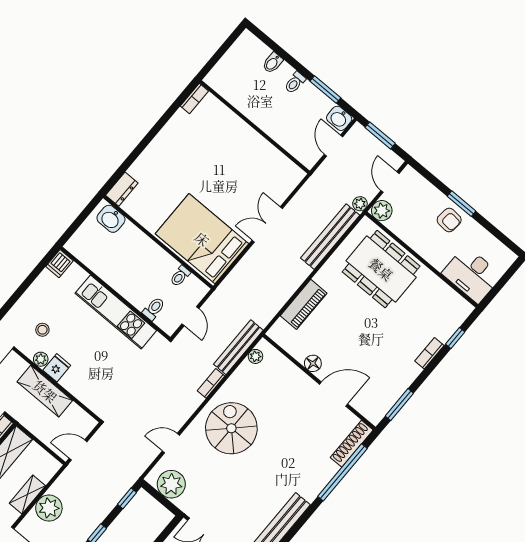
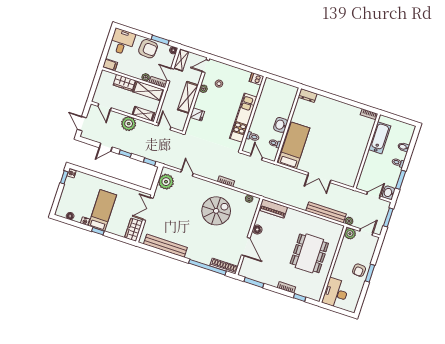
bathtub: (241, 97) -> (380, 138), added
washbasin: (111, 219) -> (281, 125), moved
double door: (267, 224) -> (319, 178), swing flipped
bed: (202, 239) -> (294, 145), width x0.67
dining table: (381, 269) -> (309, 253), moved
piano: (304, 304) -> (273, 209), moved
door: (190, 316) -> (256, 157), swing flipped
bench: (238, 347) -> (250, 188), removed
fridge: (57, 368) -> (197, 114), moved
spiral stairs: (231, 428) -> (216, 211), moved
shelving: (27, 494) -> (143, 114), moved

